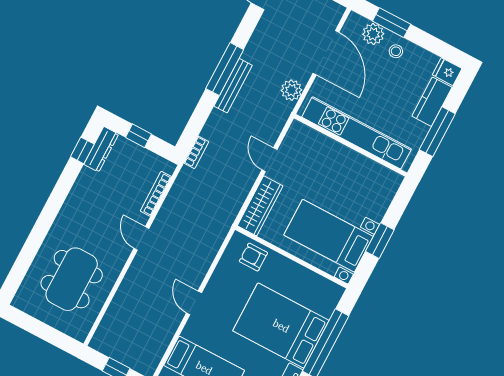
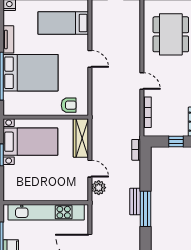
bench: (233, 86) -> (135, 202), width x0.73
plant: (292, 90) -> (99, 188), moved

